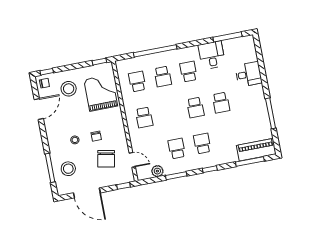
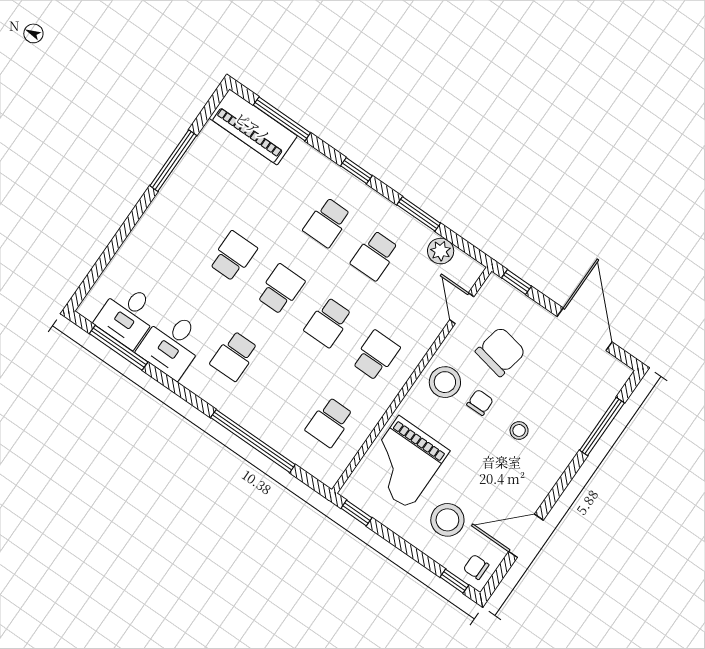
desk: (249, 74) -> (128, 315), moved, turned -90
school desk: (163, 77) -> (328, 322), moved, turned 180
stool: (68, 169) -> (445, 382), moved

